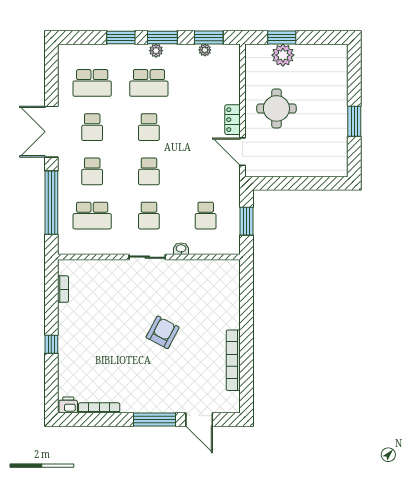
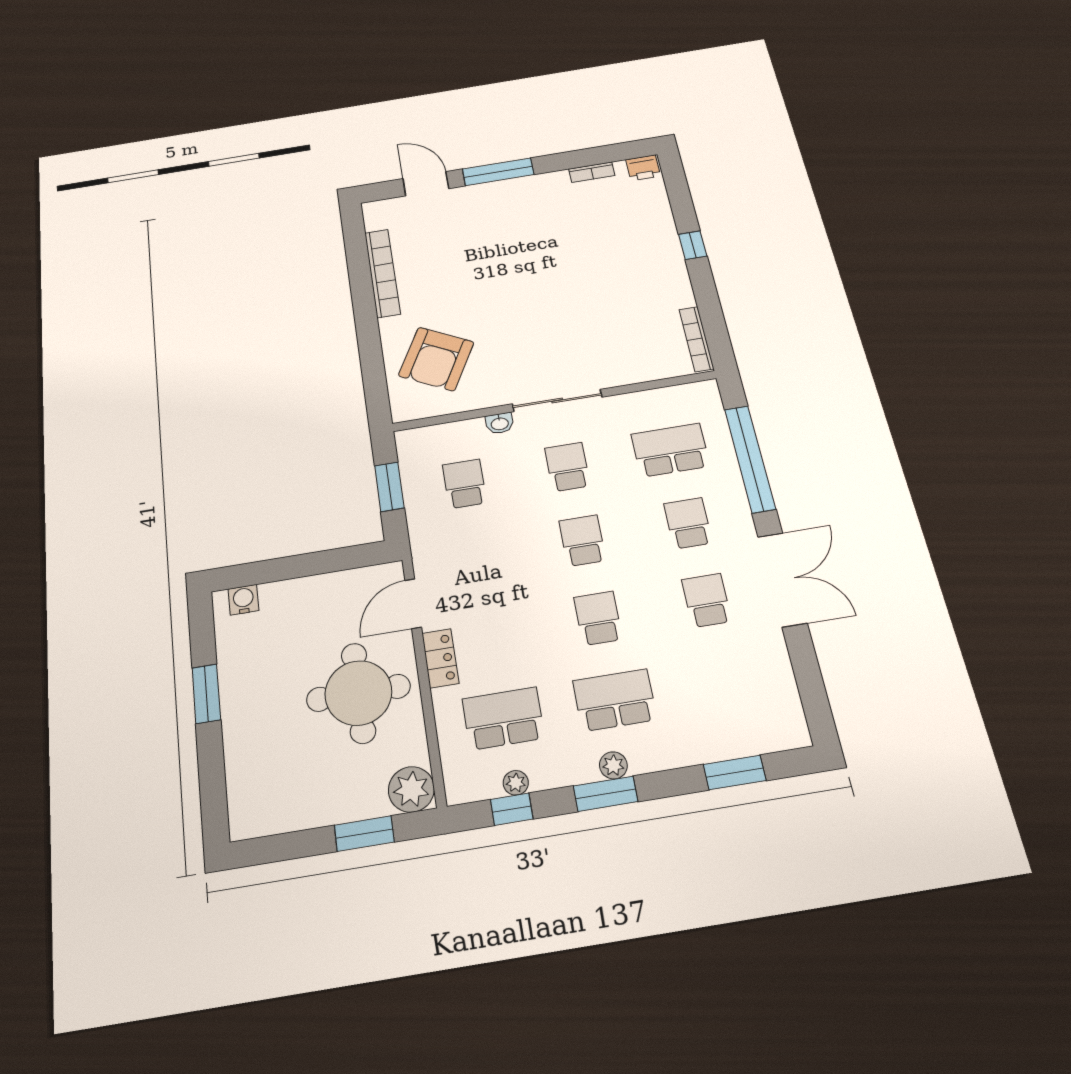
window: (121, 37) -> (735, 772), moved
window: (209, 37) -> (512, 809), width x0.67
plant: (283, 55) -> (411, 789), moved
school desk: (92, 83) -> (503, 718), moved
round table: (276, 108) -> (358, 693), width x1.36, depth x1.36
door: (242, 152) -> (413, 604), swing flipped
water cooler: (331, 169) -> (243, 600), added
sliding door: (147, 257) -> (557, 401), width x1.37
bookcase: (63, 289) -> (696, 339), width x1.56
armchair: (163, 332) -> (436, 359), moved, width x1.36, depth x1.36
bookcase: (99, 408) -> (592, 172), width x0.64

